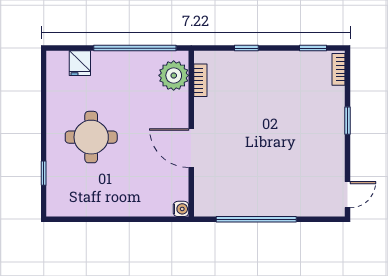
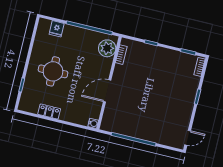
door: (191, 148) -> (107, 91), hinge flipped
locker: (101, 207) -> (49, 112), added

